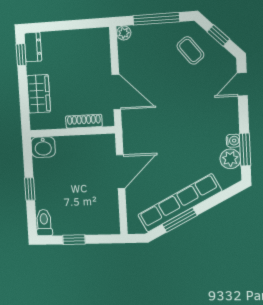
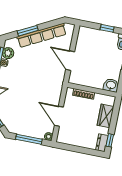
coffee table: (190, 50) -> (15, 117), removed
door: (116, 92) -> (59, 116), moved
door: (121, 172) -> (70, 61), hinge flipped
window: (180, 220) -> (28, 31), moved

